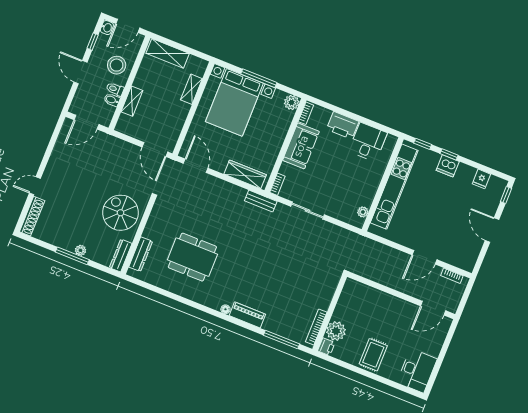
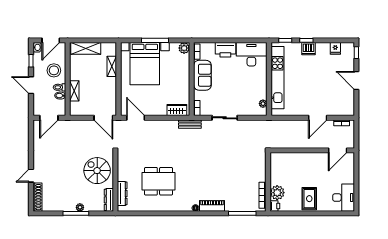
desk: (368, 142) -> (251, 54), width x1.37
wardrobe: (245, 174) -> (177, 110), width x0.67

